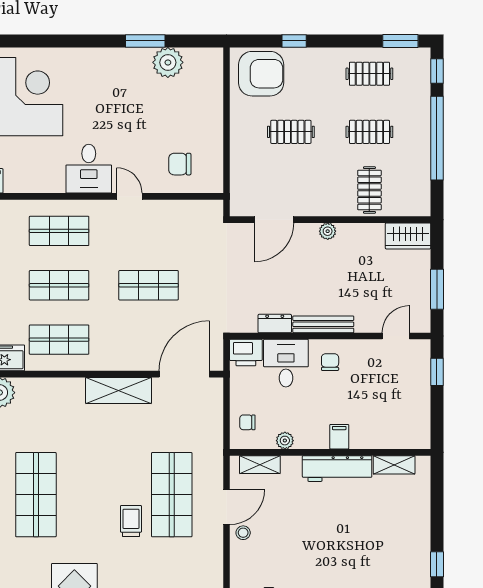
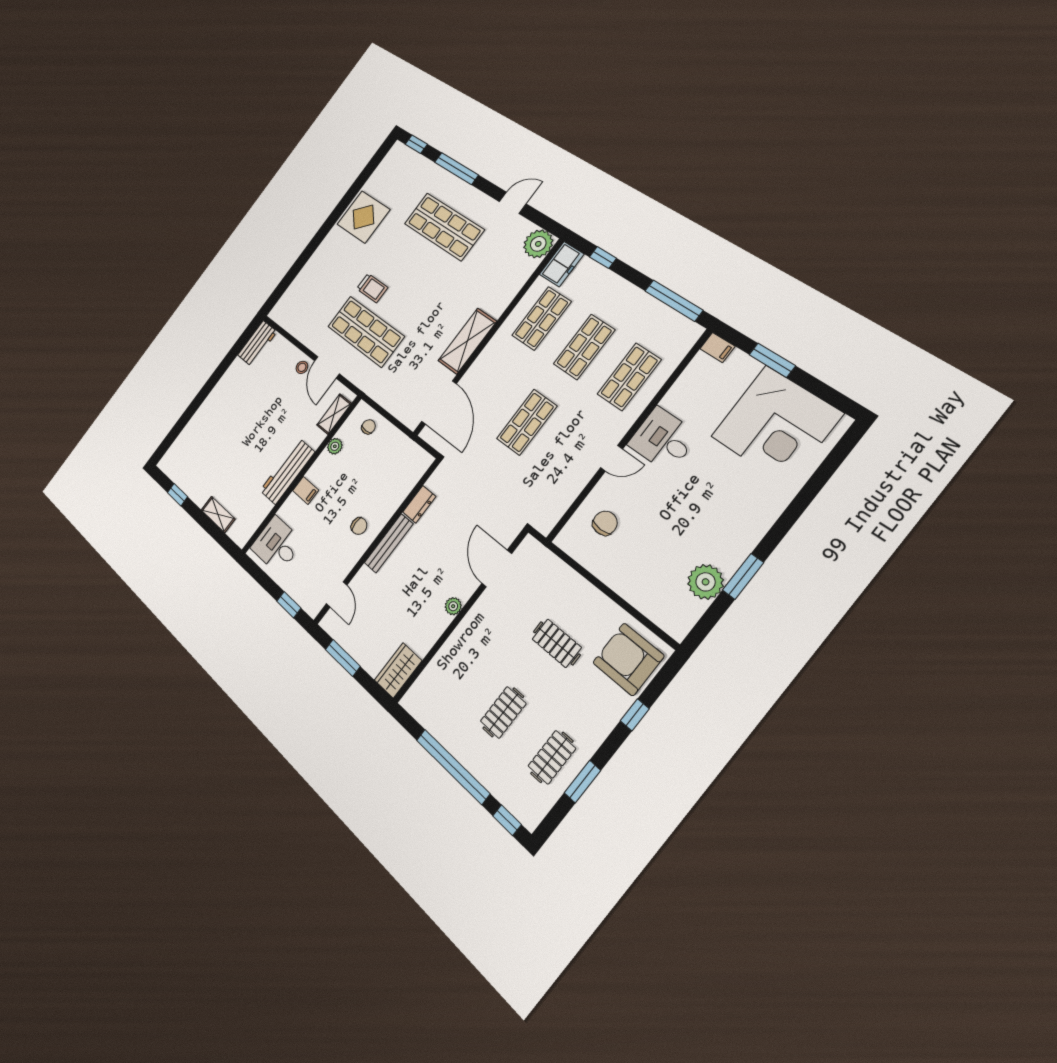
window: (400, 41) -> (582, 782), moved
armchair: (261, 74) -> (628, 659), turned 90
clothes rail: (291, 132) -> (557, 643), turned 90
clothes rail: (369, 190) -> (457, 670), removed
printer: (246, 353) -> (417, 464), removed
desk: (286, 363) -> (277, 545), moved, turned 180
shelving: (394, 465) -> (218, 514), moved, turned 90

